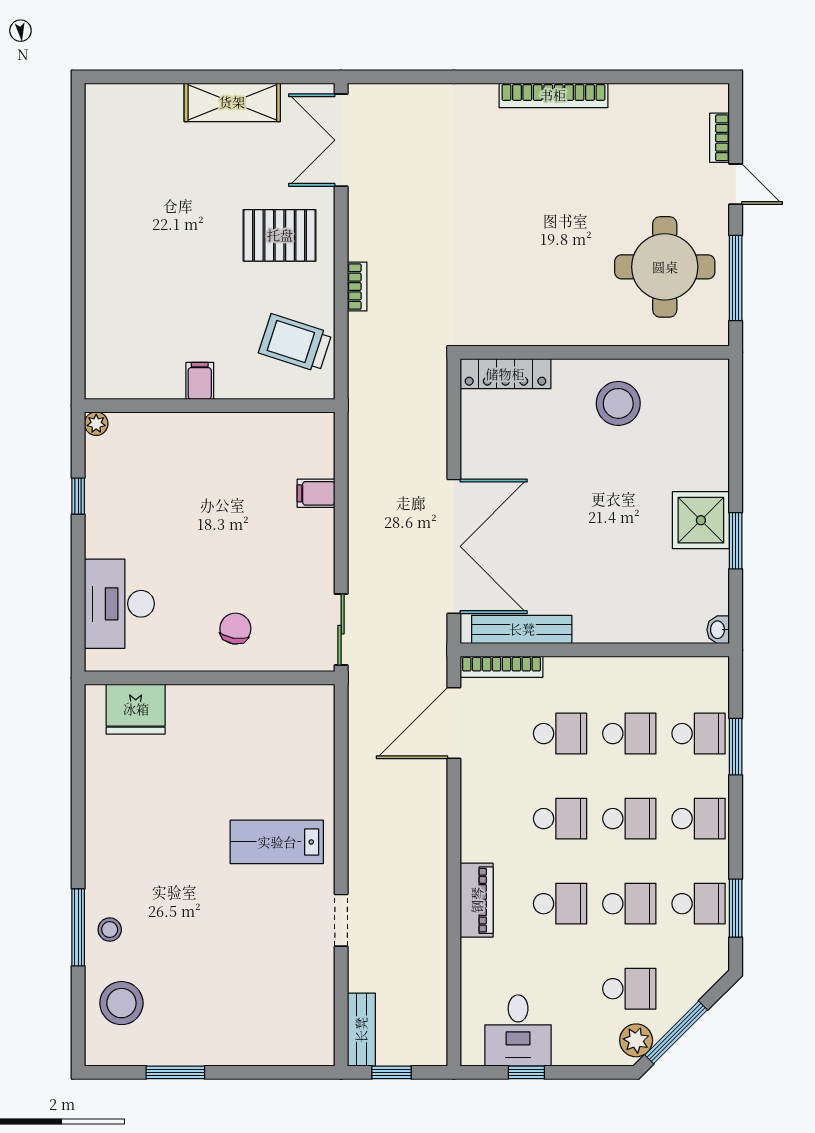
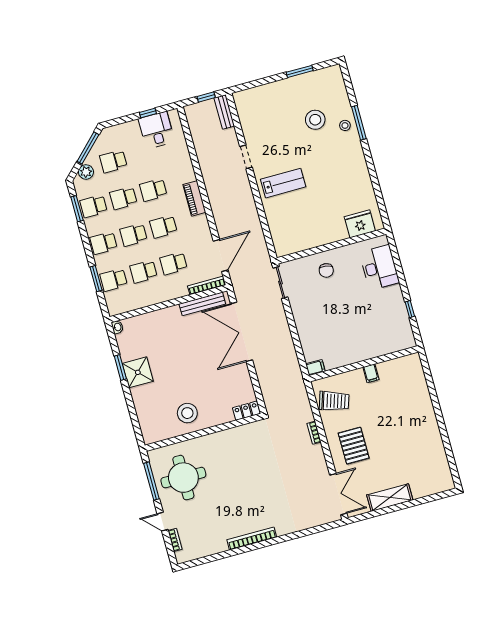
pallet: (280, 235) -> (354, 446), turned 90
locker: (505, 374) -> (246, 411), width x0.66
plant: (96, 424) -> (411, 343), removed
filing cabinet: (316, 493) -> (315, 368), moved
piano: (477, 900) -> (194, 198), moved
stool: (121, 1003) -> (315, 120), moved
plant: (636, 1040) -> (86, 172), moved

